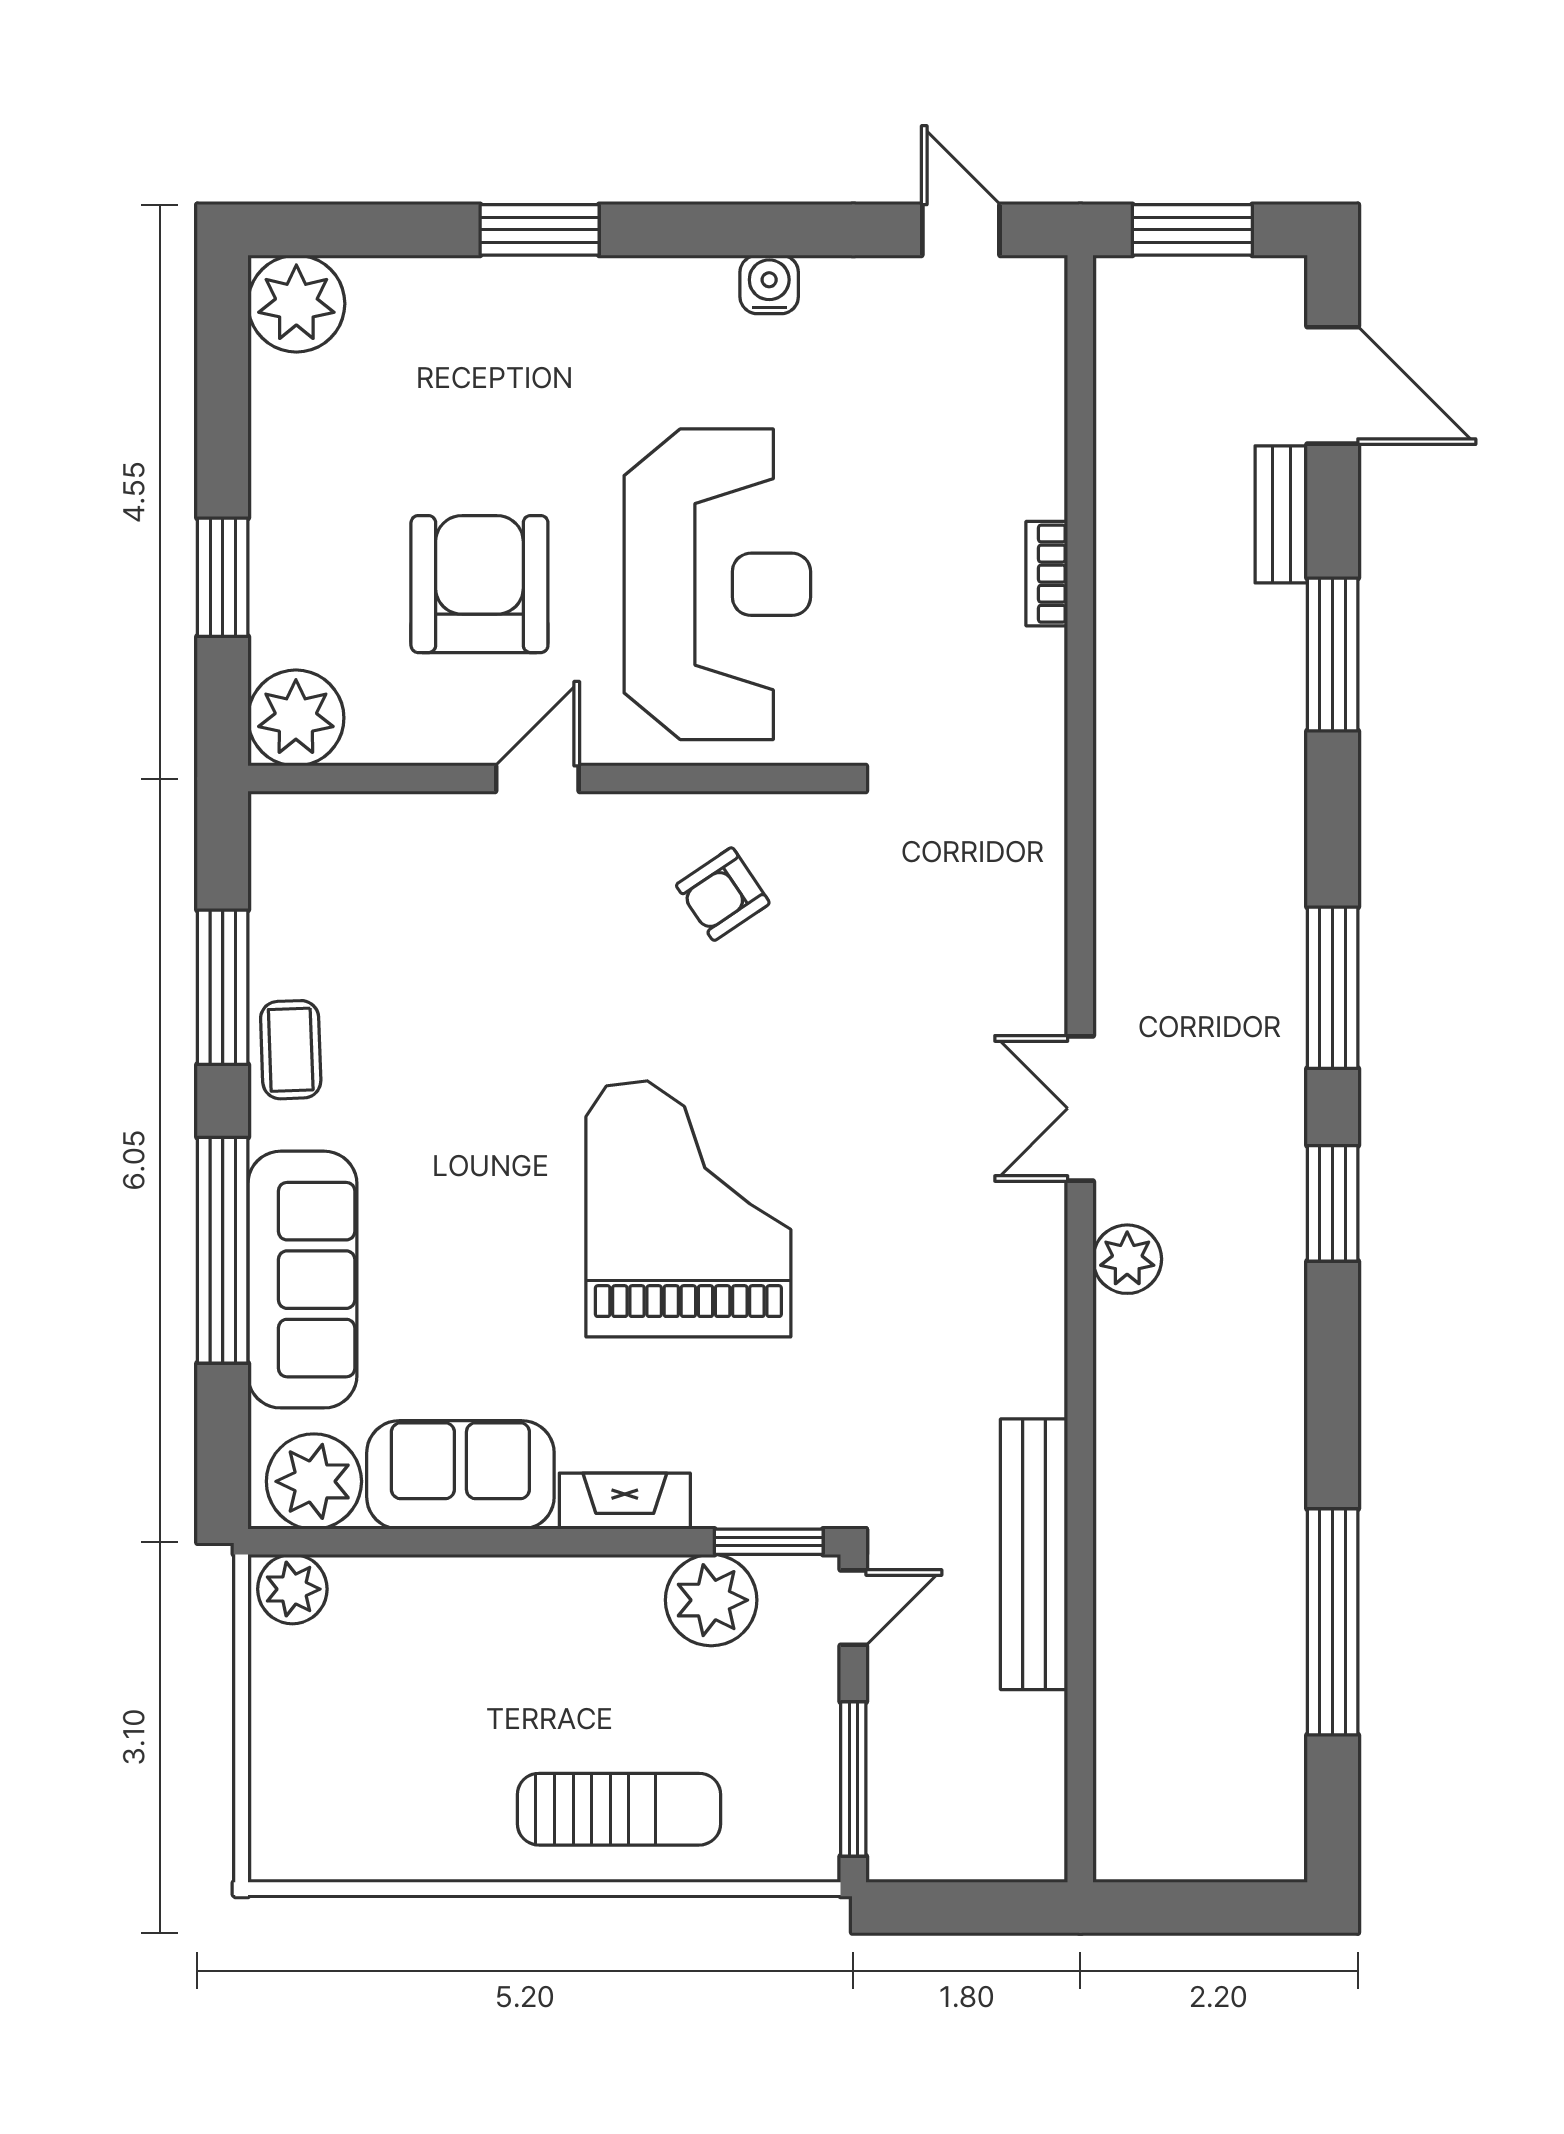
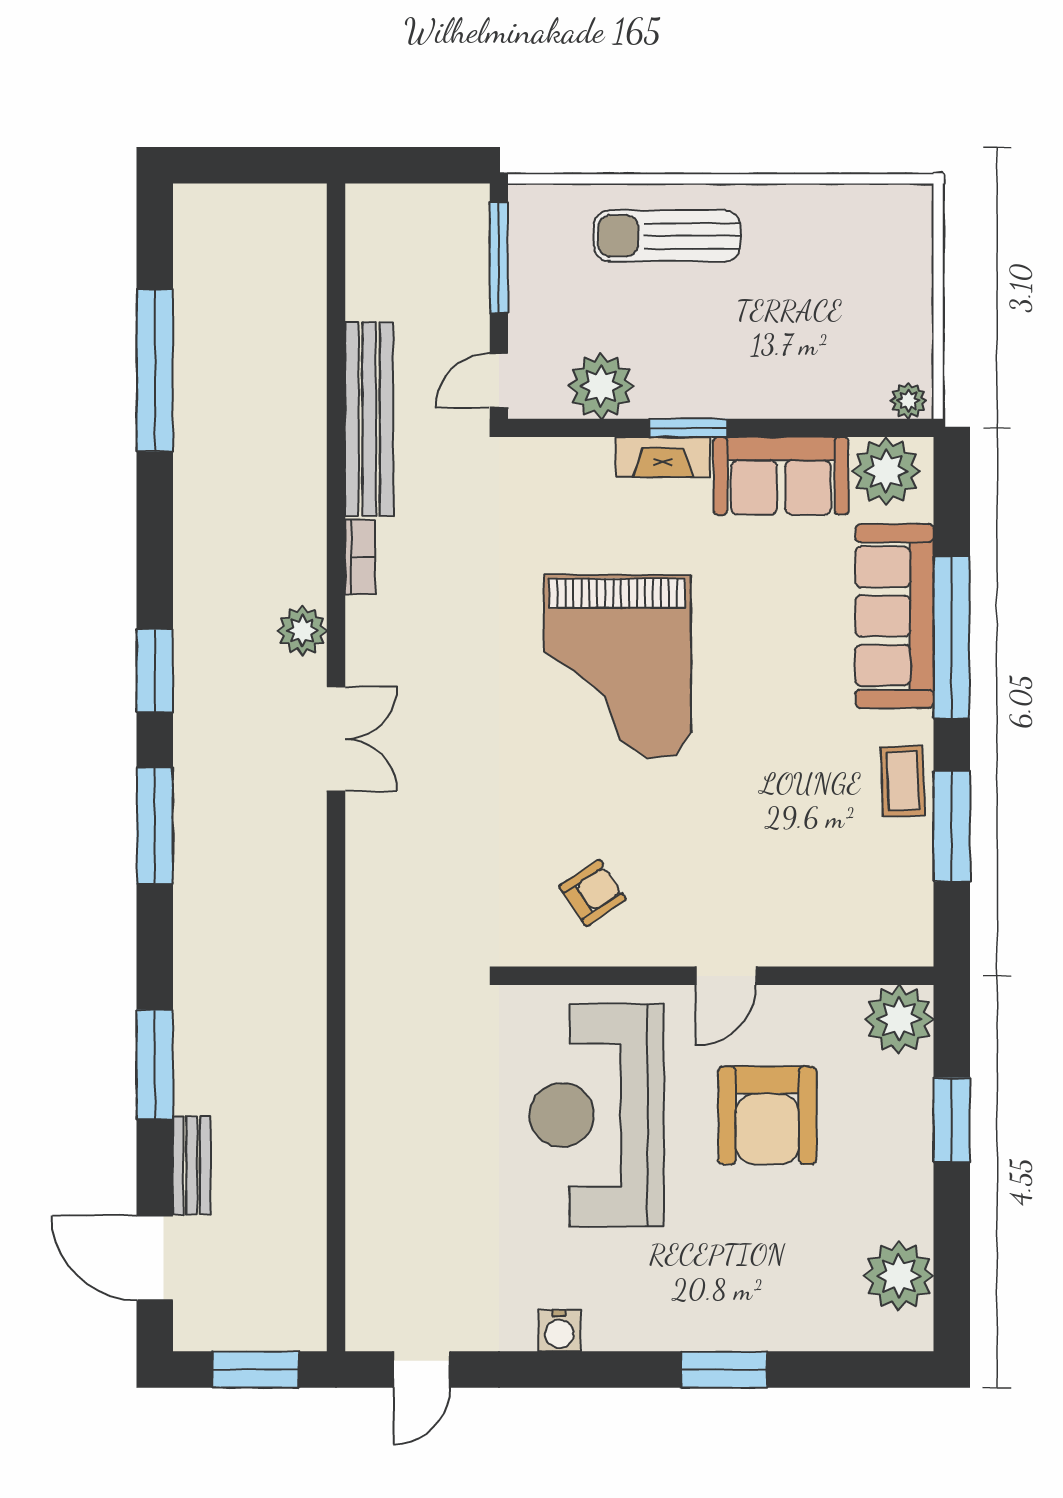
door: (961, 230) -> (422, 1370), hinge flipped
plant: (296, 304) -> (899, 1276), moved
bookcase: (1047, 574) -> (360, 557), moved
window: (769, 1542) -> (688, 428), moved
plant: (292, 1589) -> (908, 401), width x0.73, depth x0.73

